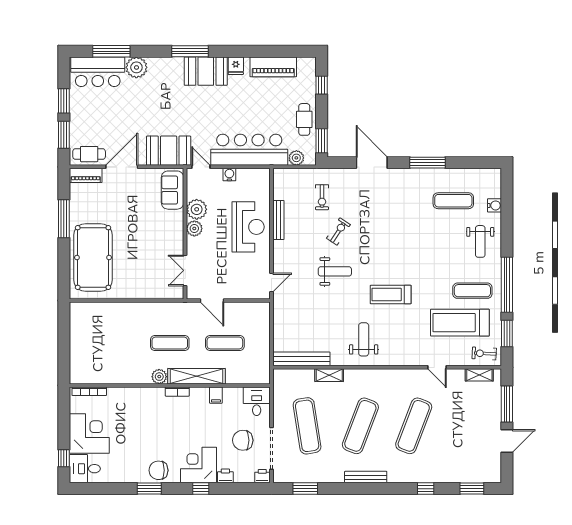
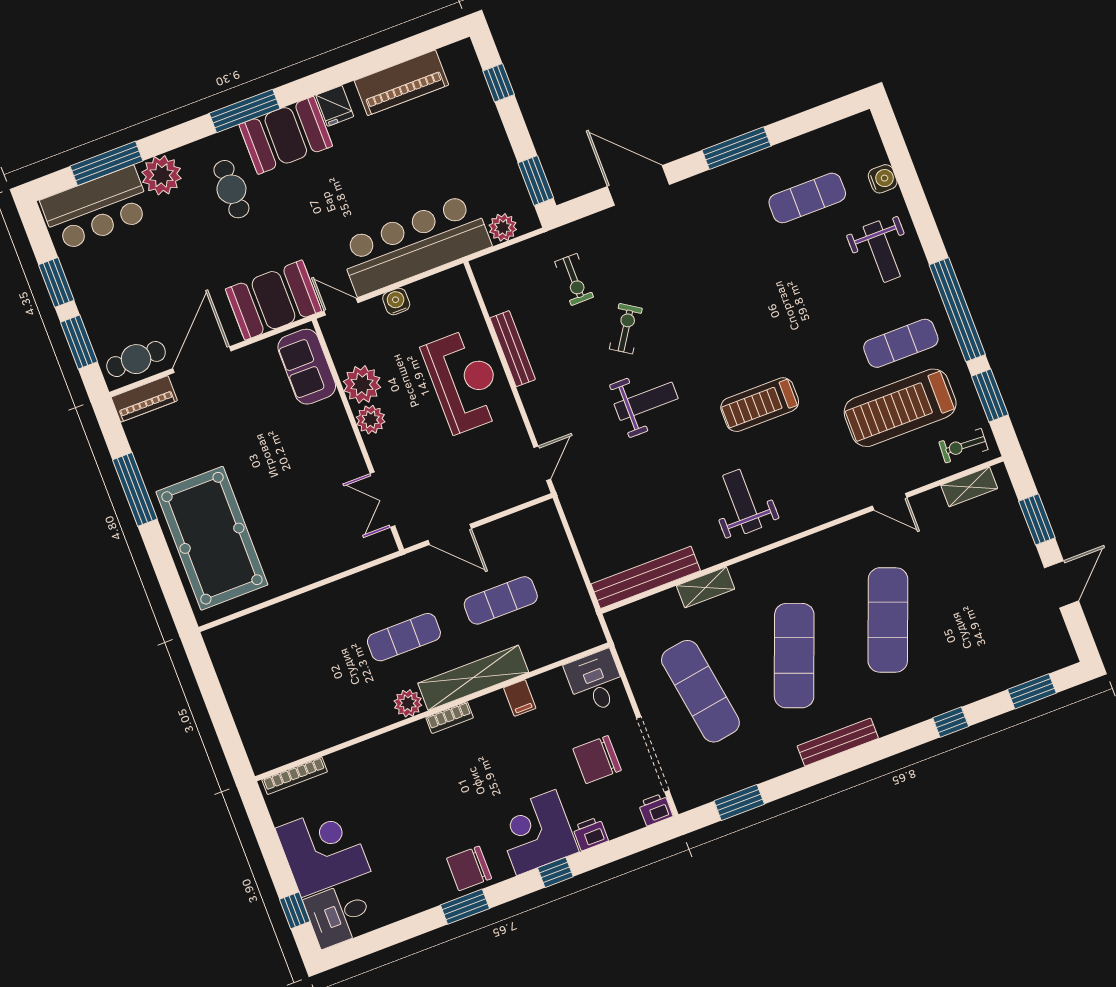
cafe table: (304, 119) -> (231, 189), moved
window: (507, 404) -> (1037, 519), width x0.69

